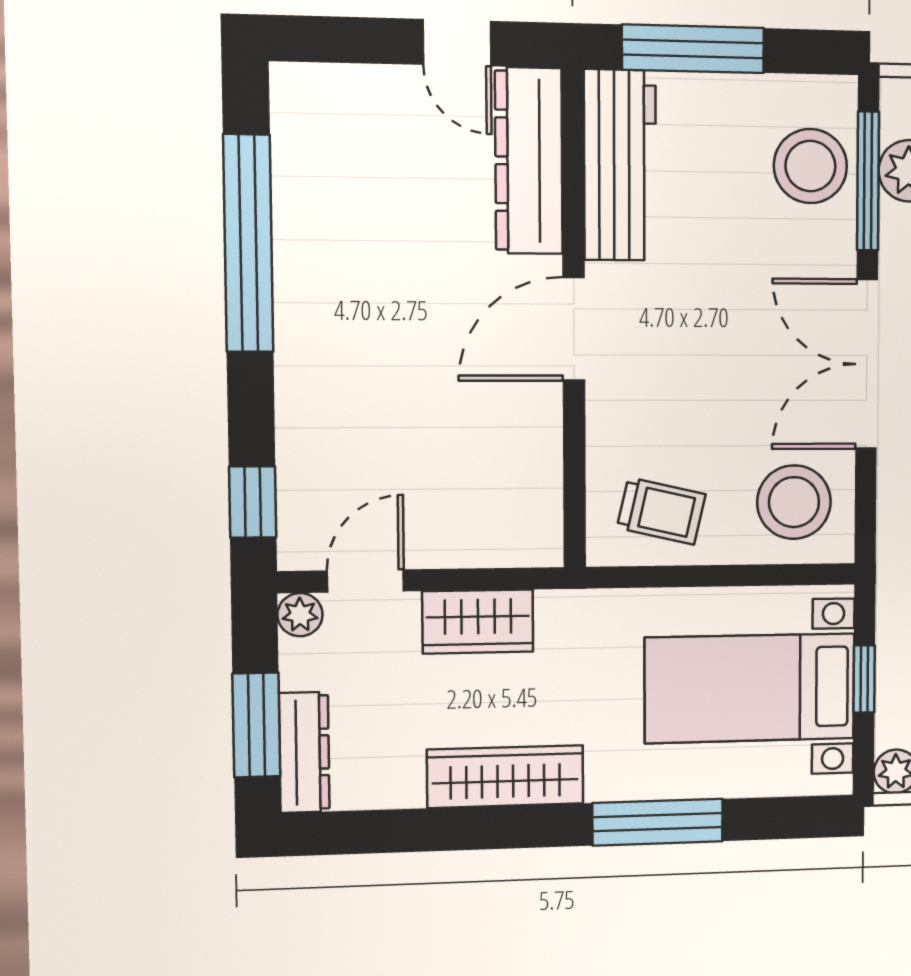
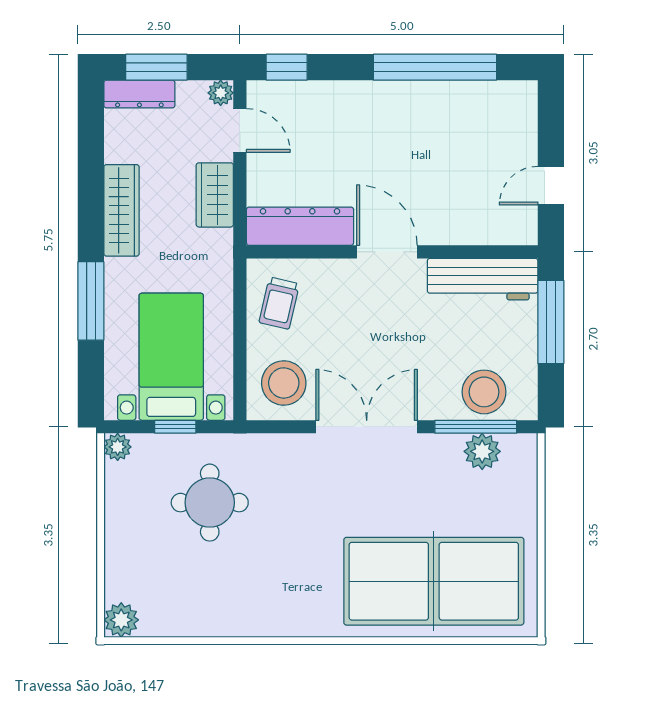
dresser: (529, 161) -> (300, 226), moved

